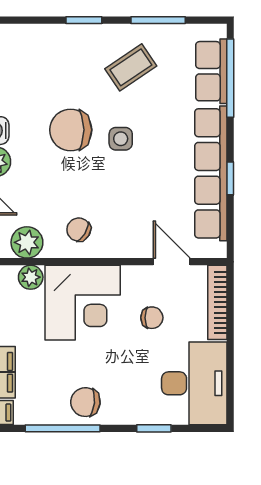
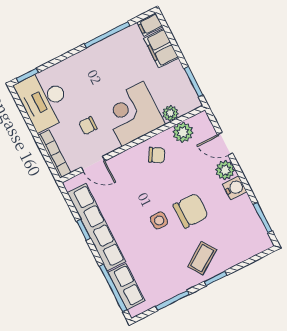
coffee table: (131, 67) -> (202, 258), moved
chair: (85, 402) -> (102, 57), removed
window: (154, 428) -> (27, 75), moved

